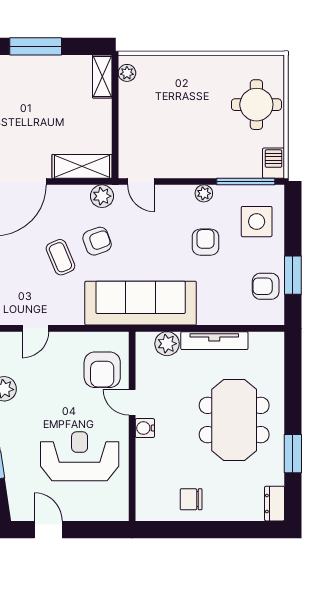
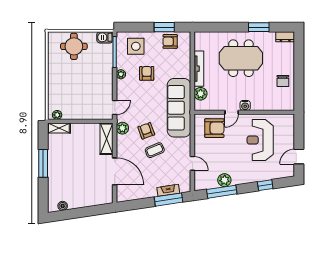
armchair: (205, 242) -> (147, 73), turned 90
armchair: (266, 286) -> (170, 41), turned 90

